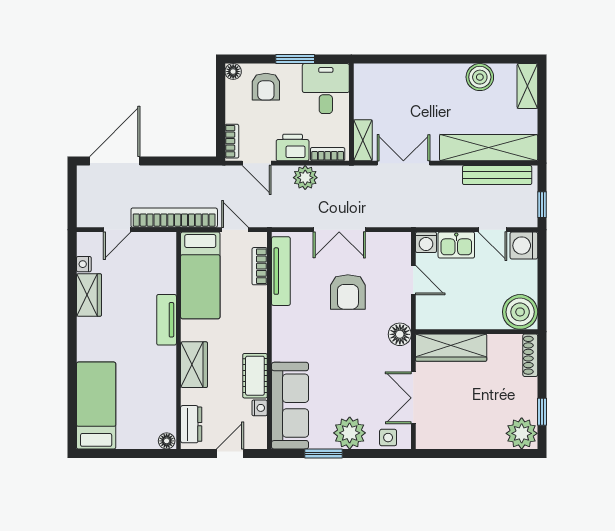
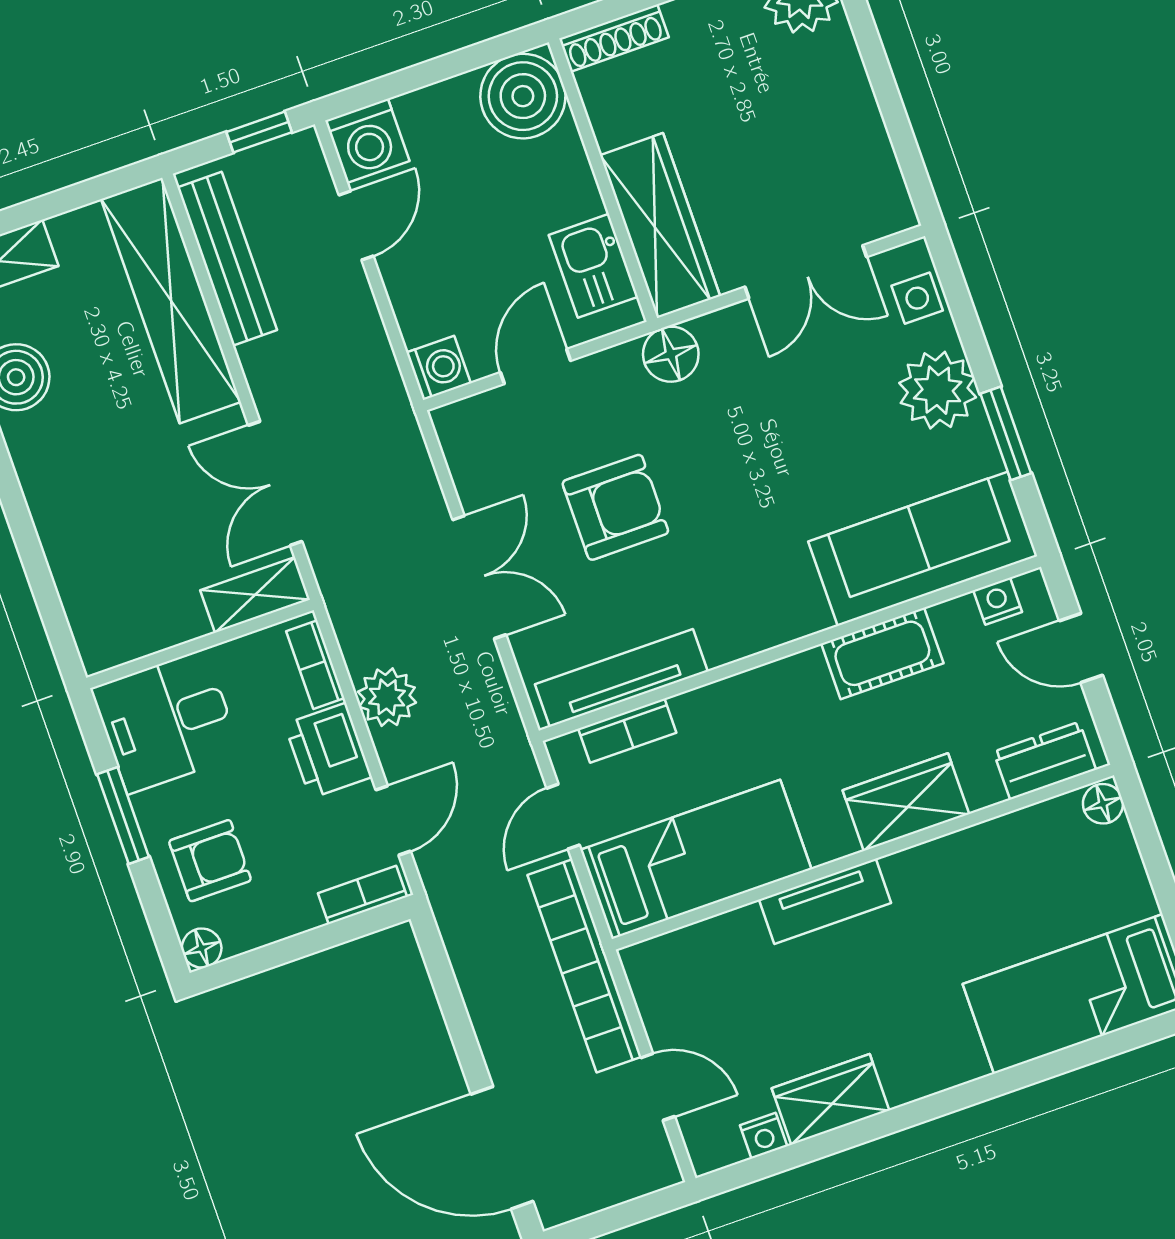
kitchen sink: (456, 245) -> (593, 266), moved, turned 180
nightstand: (260, 408) -> (998, 601), moved

